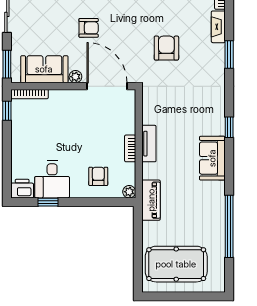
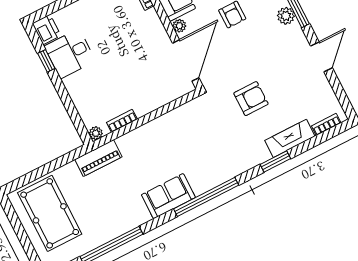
fireplace: (218, 27) -> (290, 138), width x1.37, depth x1.32
window: (229, 127) -> (206, 197), width x3.17
tv unit: (149, 144) -> (151, 129), removed
bookcase: (130, 148) -> (122, 121), moved
armchair: (98, 176) -> (95, 96), removed

